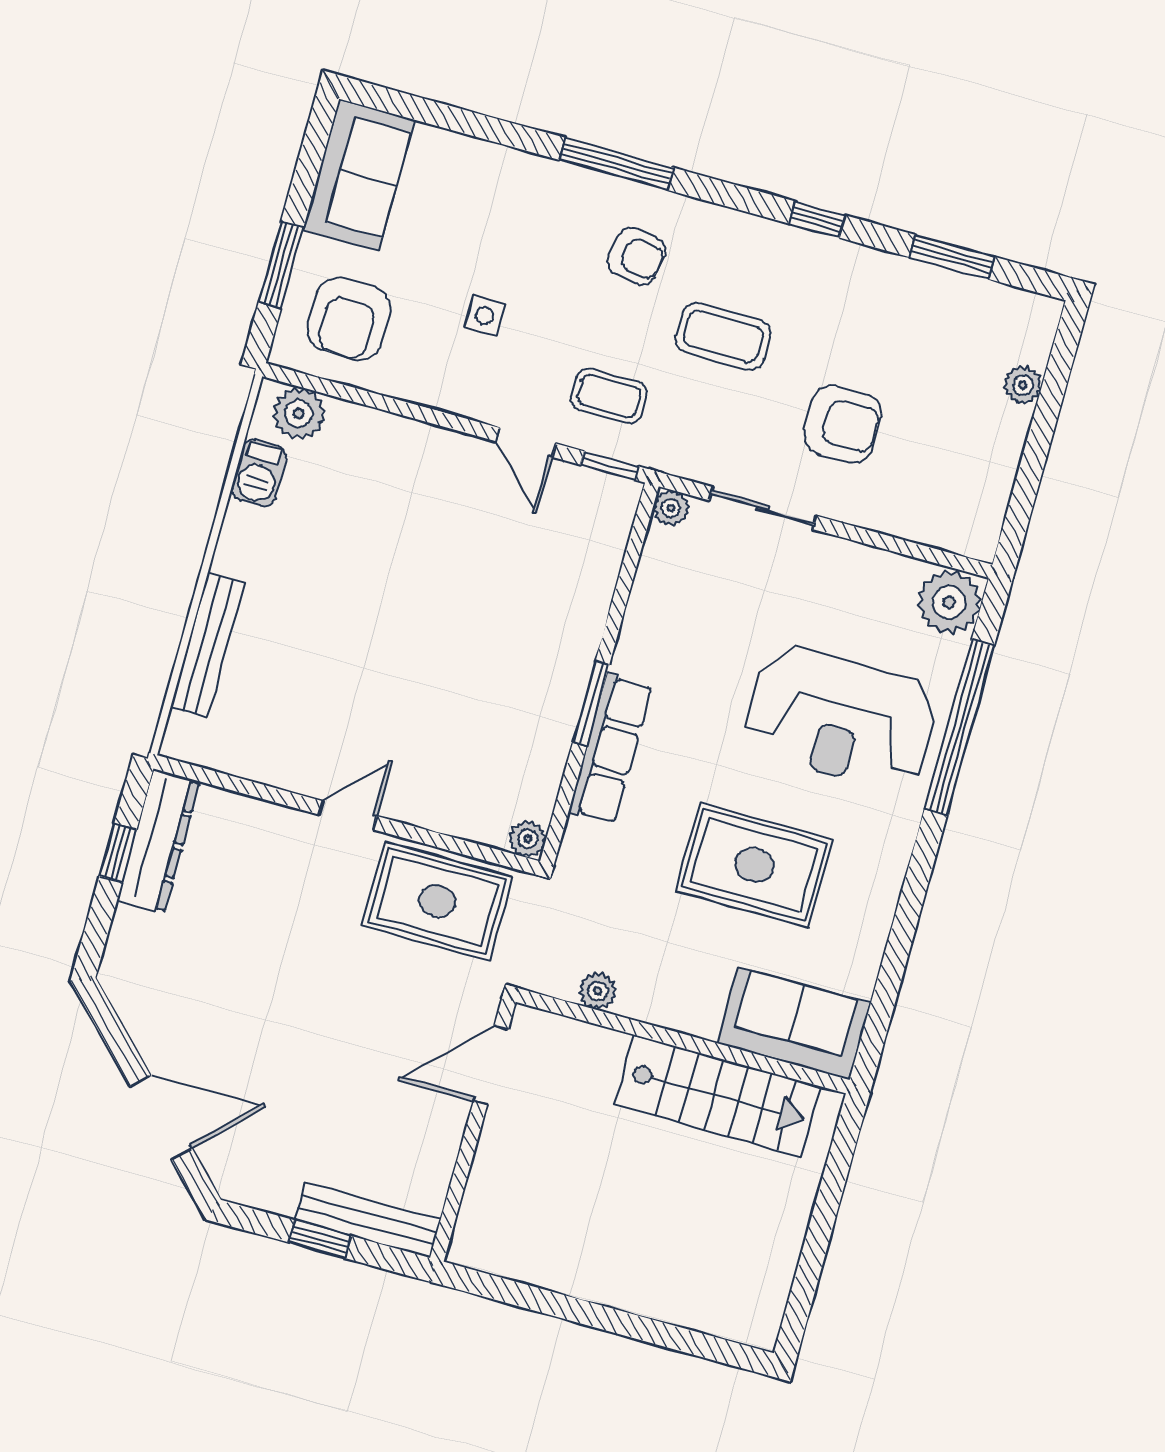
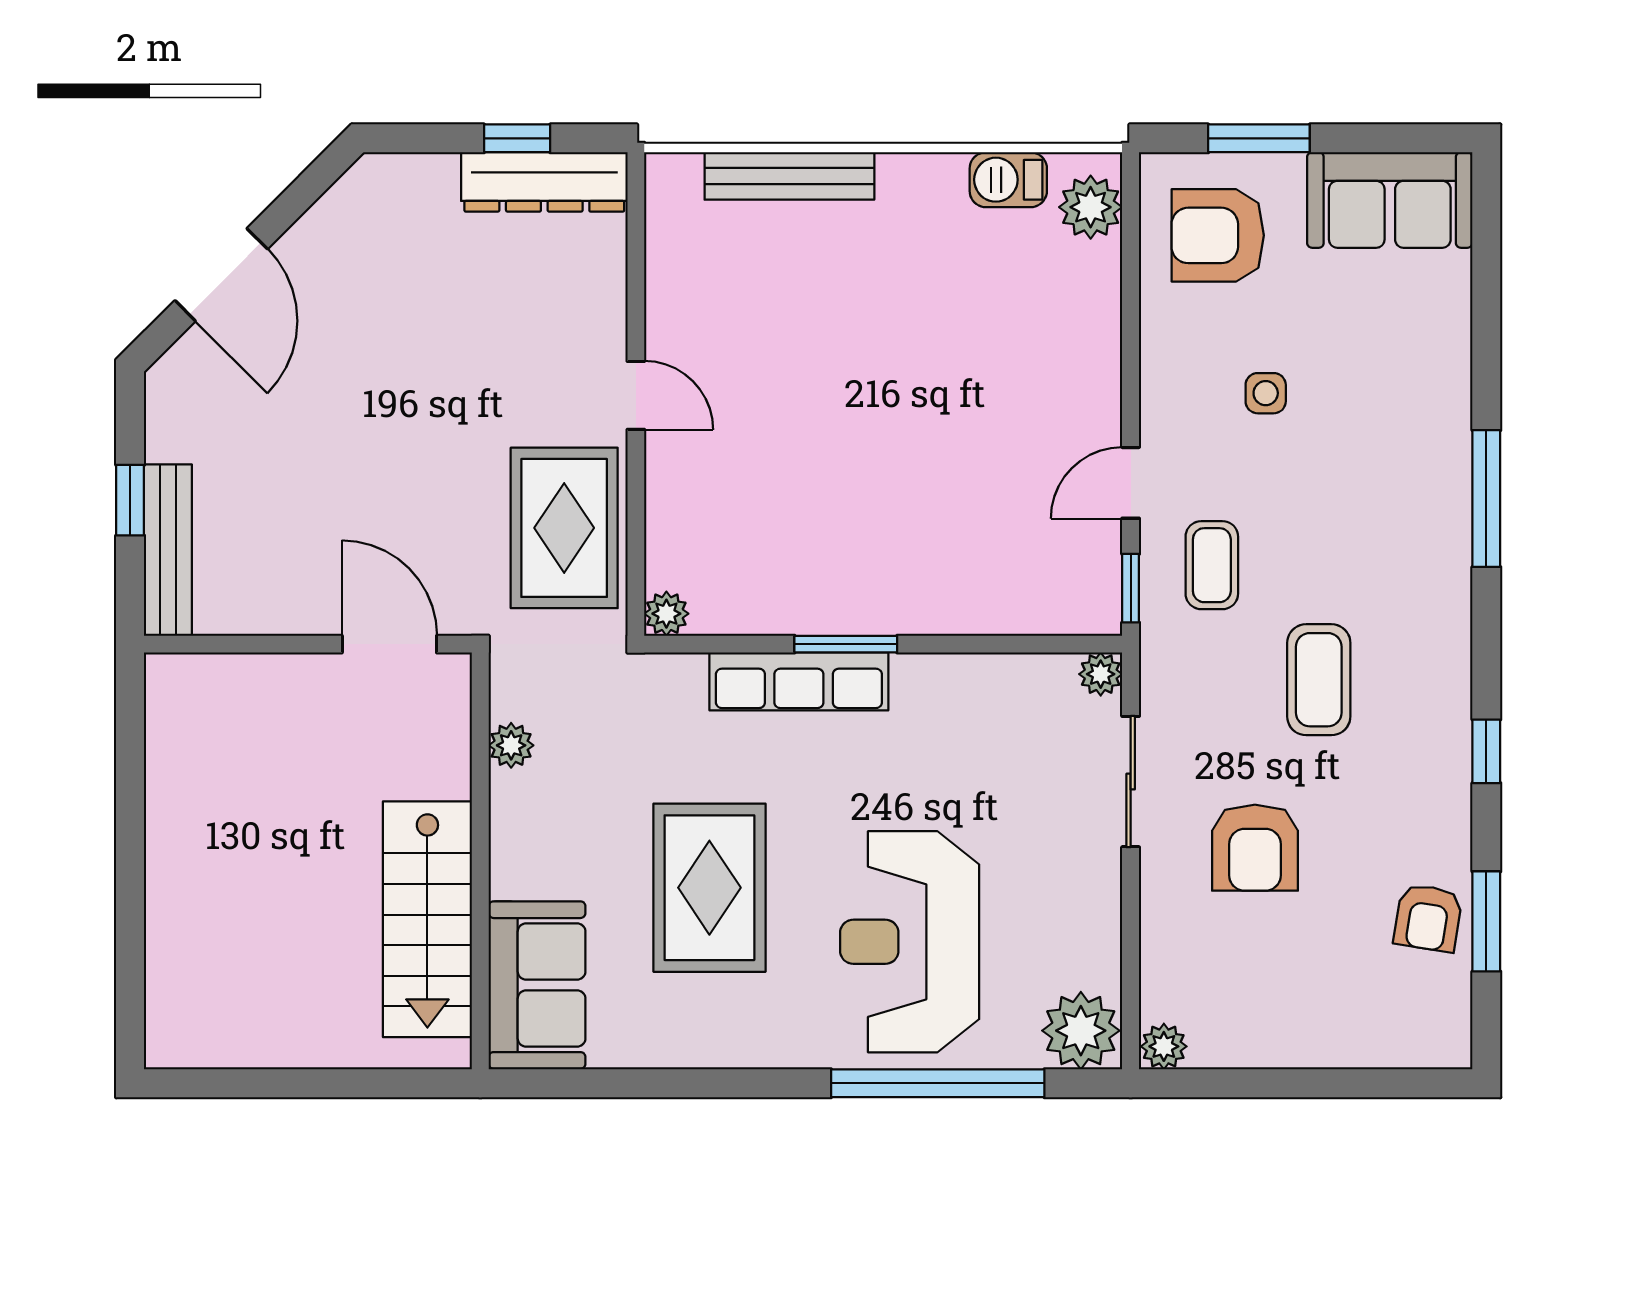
armchair: (637, 256) -> (1428, 918), moved
plant: (1023, 385) -> (1164, 1046), moved

